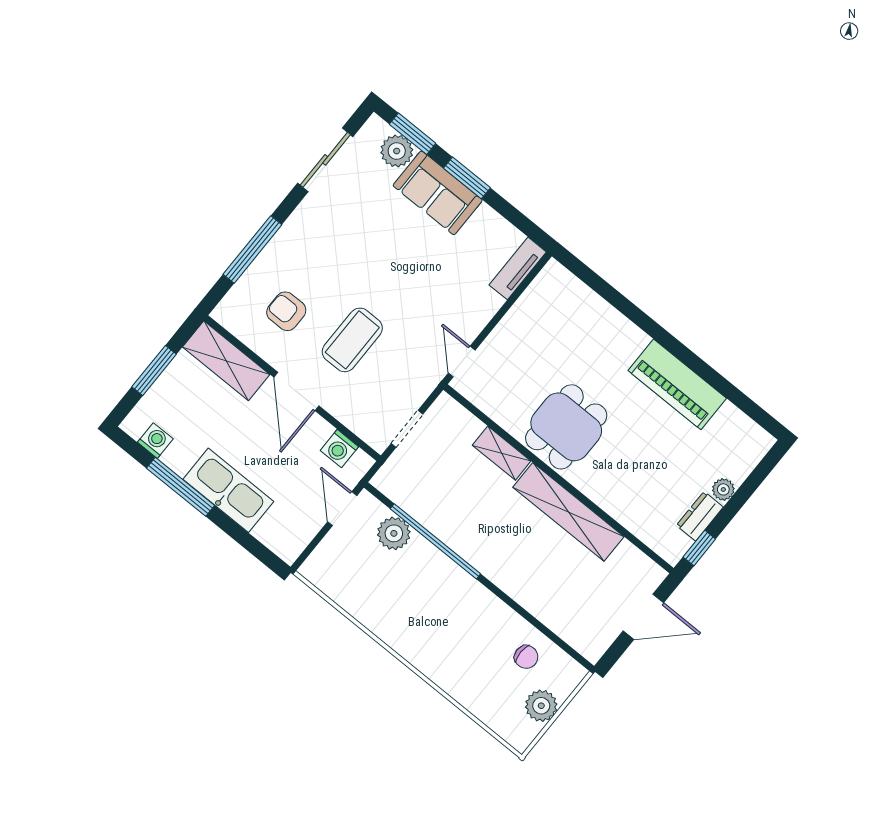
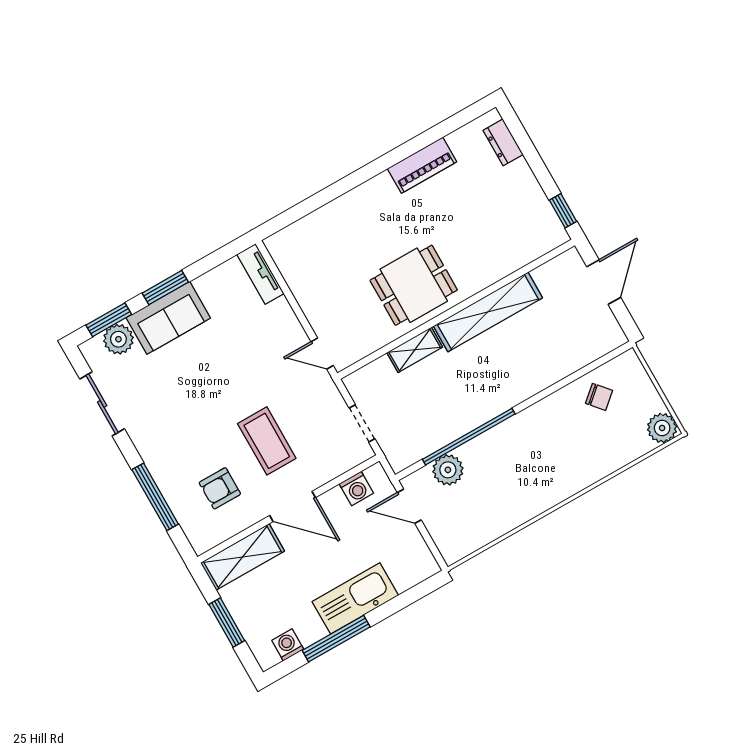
piano: (677, 384) -> (422, 165), width x0.73, depth x0.75
dining table: (566, 427) -> (414, 285), turned 90
plant: (723, 489) -> (520, 170), removed
dresser: (700, 516) -> (503, 142), moved
chair: (526, 657) -> (599, 397), turned 49
plant: (541, 706) -> (662, 428), moved

